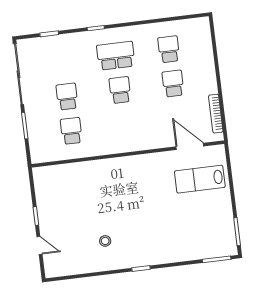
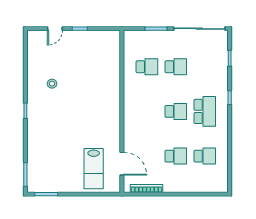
door: (190, 146) -> (122, 164), hinge flipped
lab bench: (200, 179) -> (94, 169), turned 180

